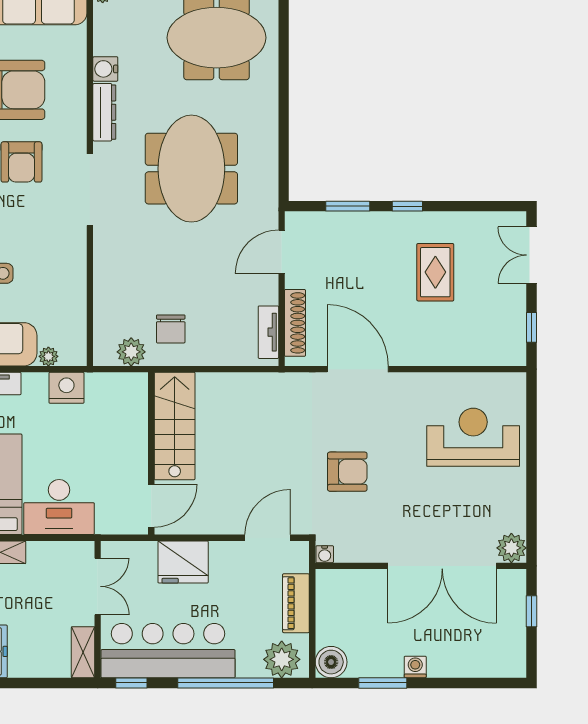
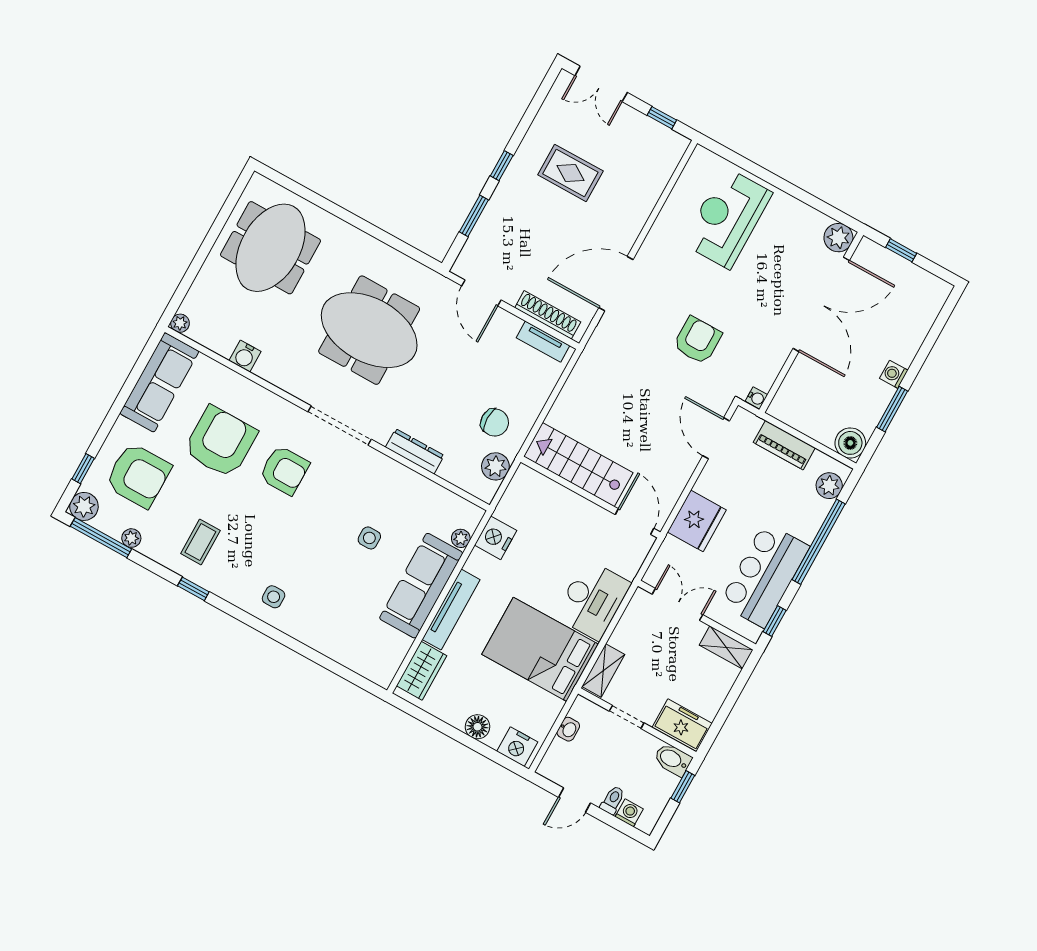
dresser: (104, 112) -> (415, 451), moved
bar counter: (168, 651) -> (764, 575), width x0.73
plant: (282, 659) -> (829, 486), width x0.73, depth x0.73

